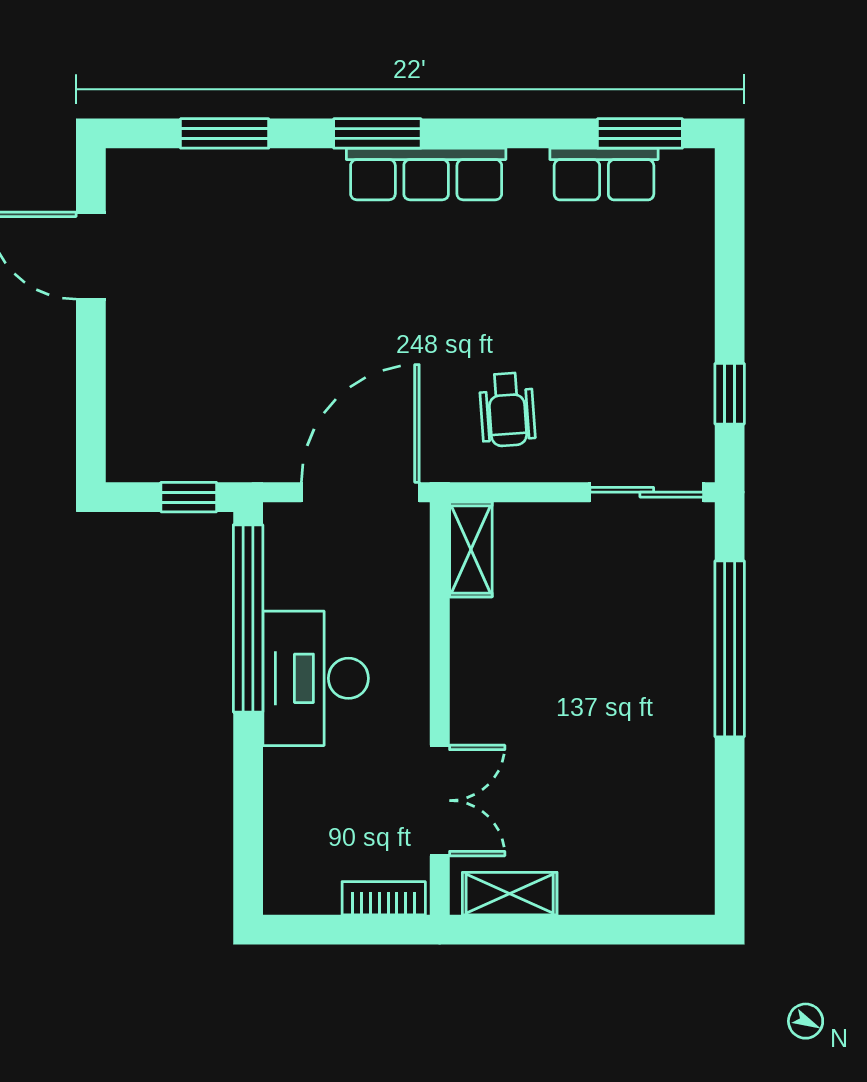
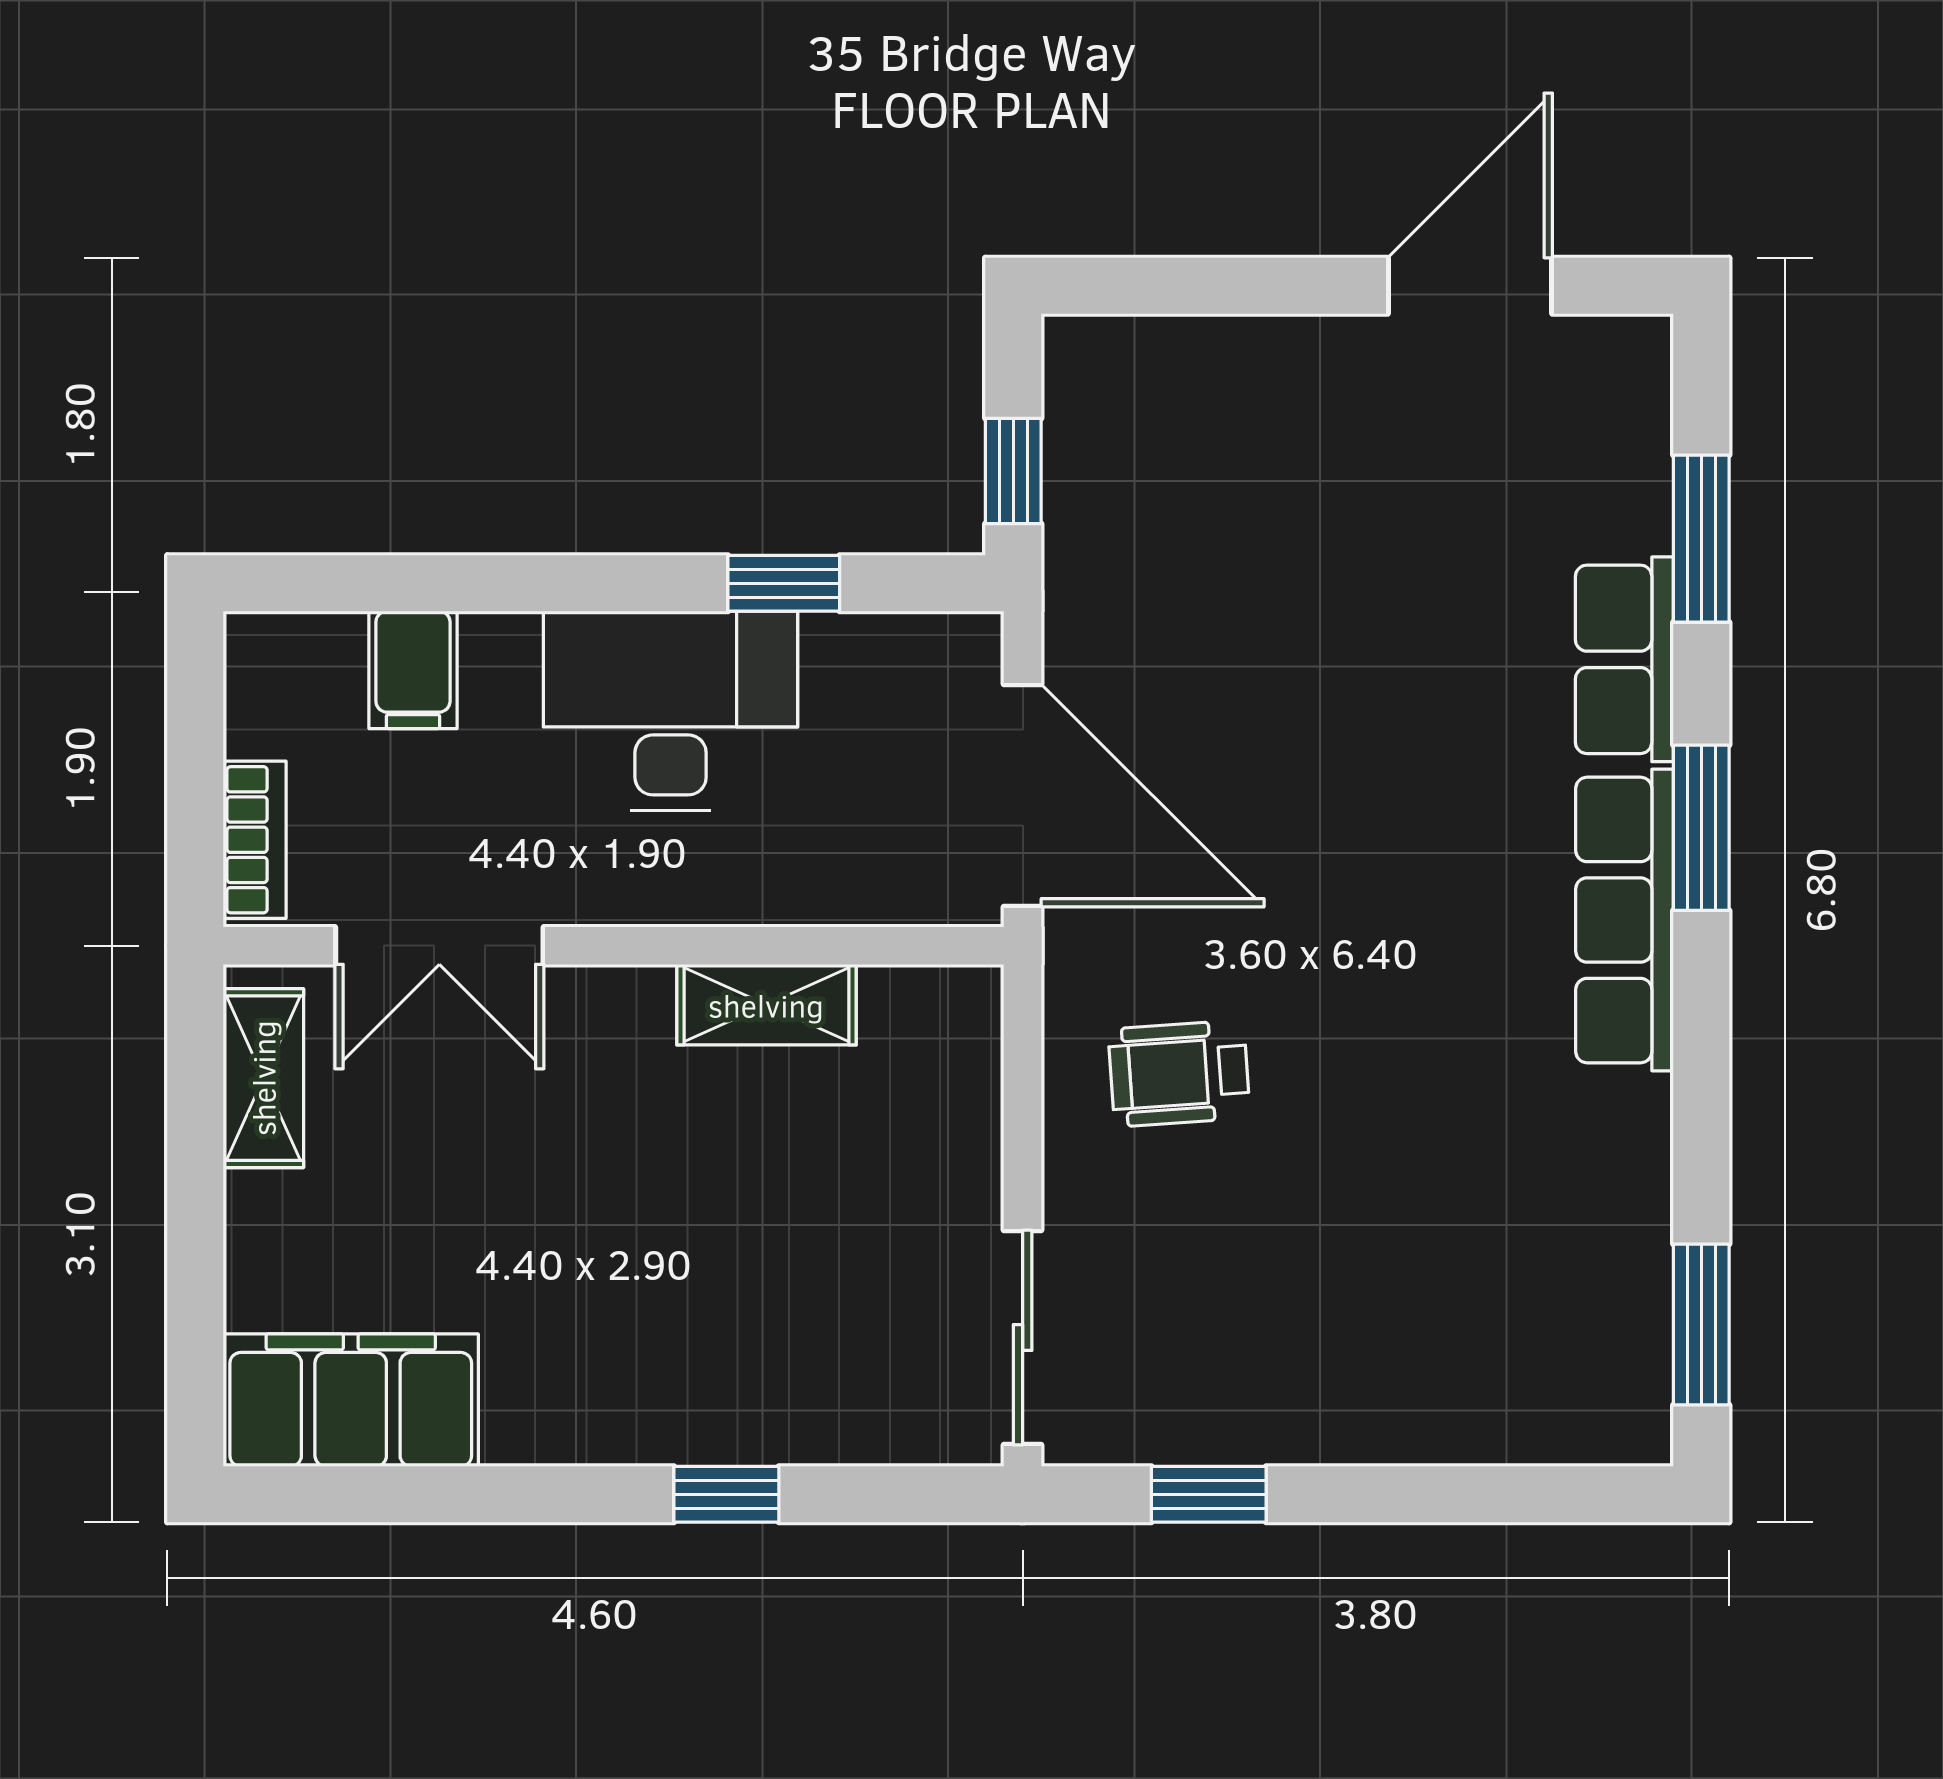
row of seats: (604, 174) -> (1624, 659), moved
shelving: (471, 549) -> (766, 1005), moved
window: (248, 618) -> (784, 583), width x0.32
window: (730, 649) -> (726, 1494), width x0.32
filing cabinet: (294, 814) -> (413, 670), added
filing cabinet: (680, 847) -> (351, 1400), added

